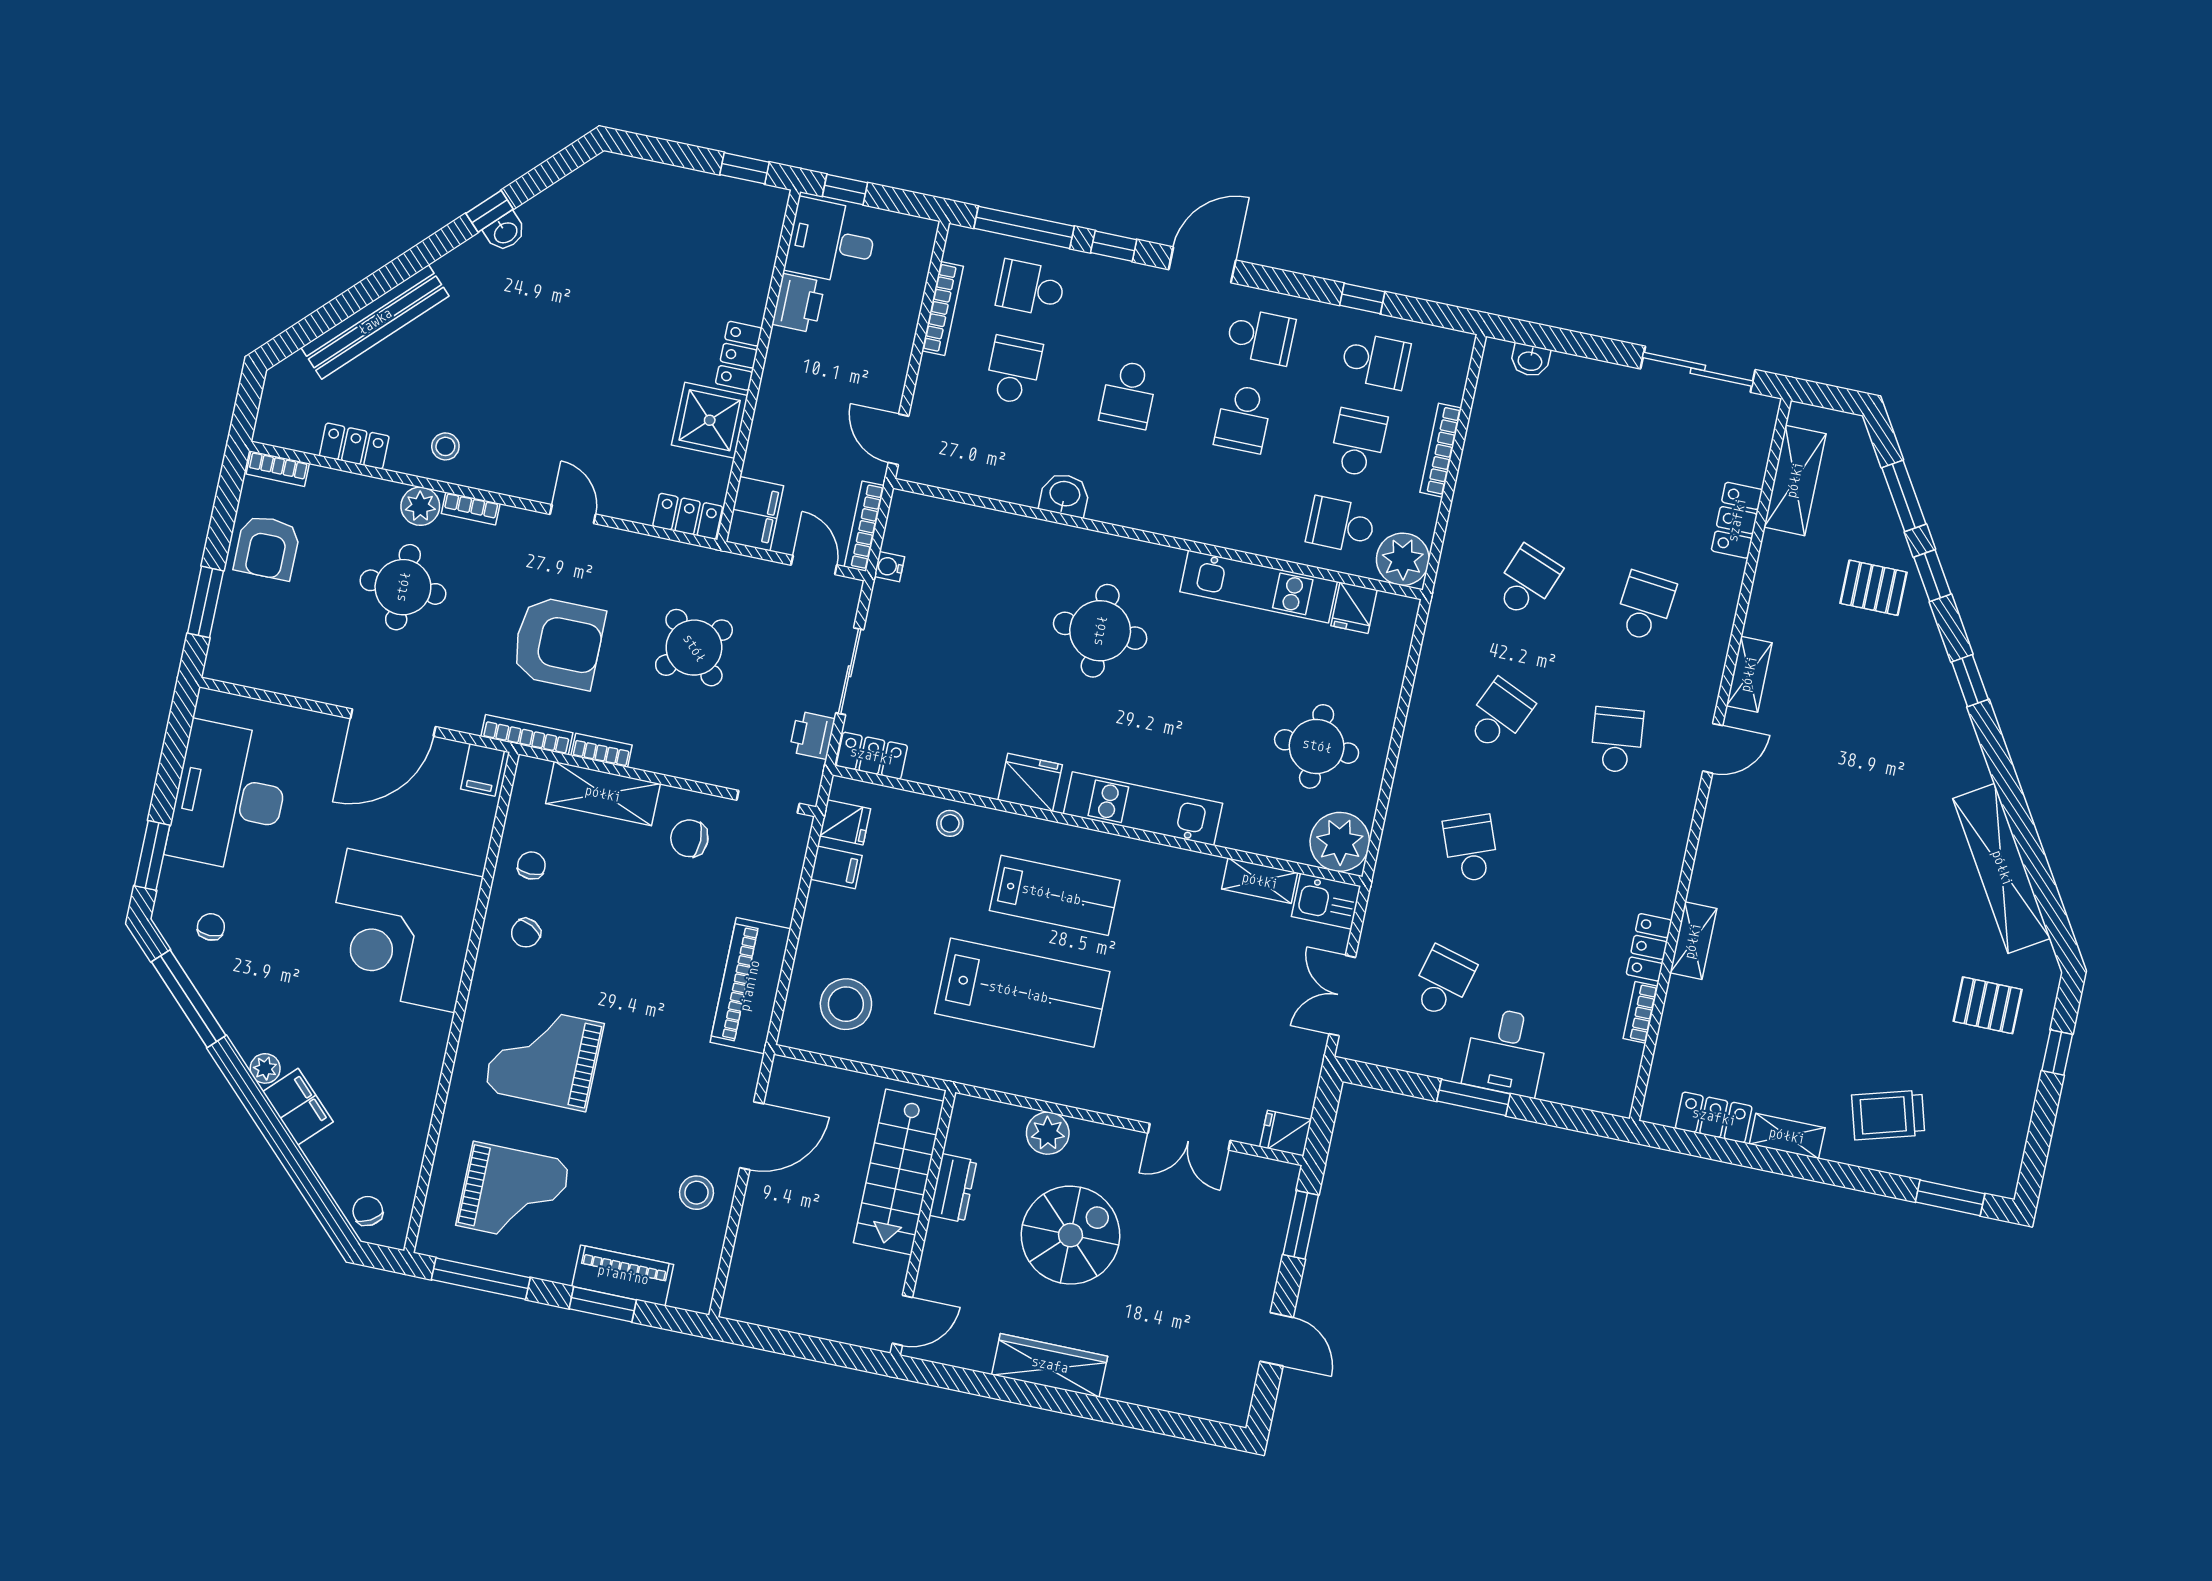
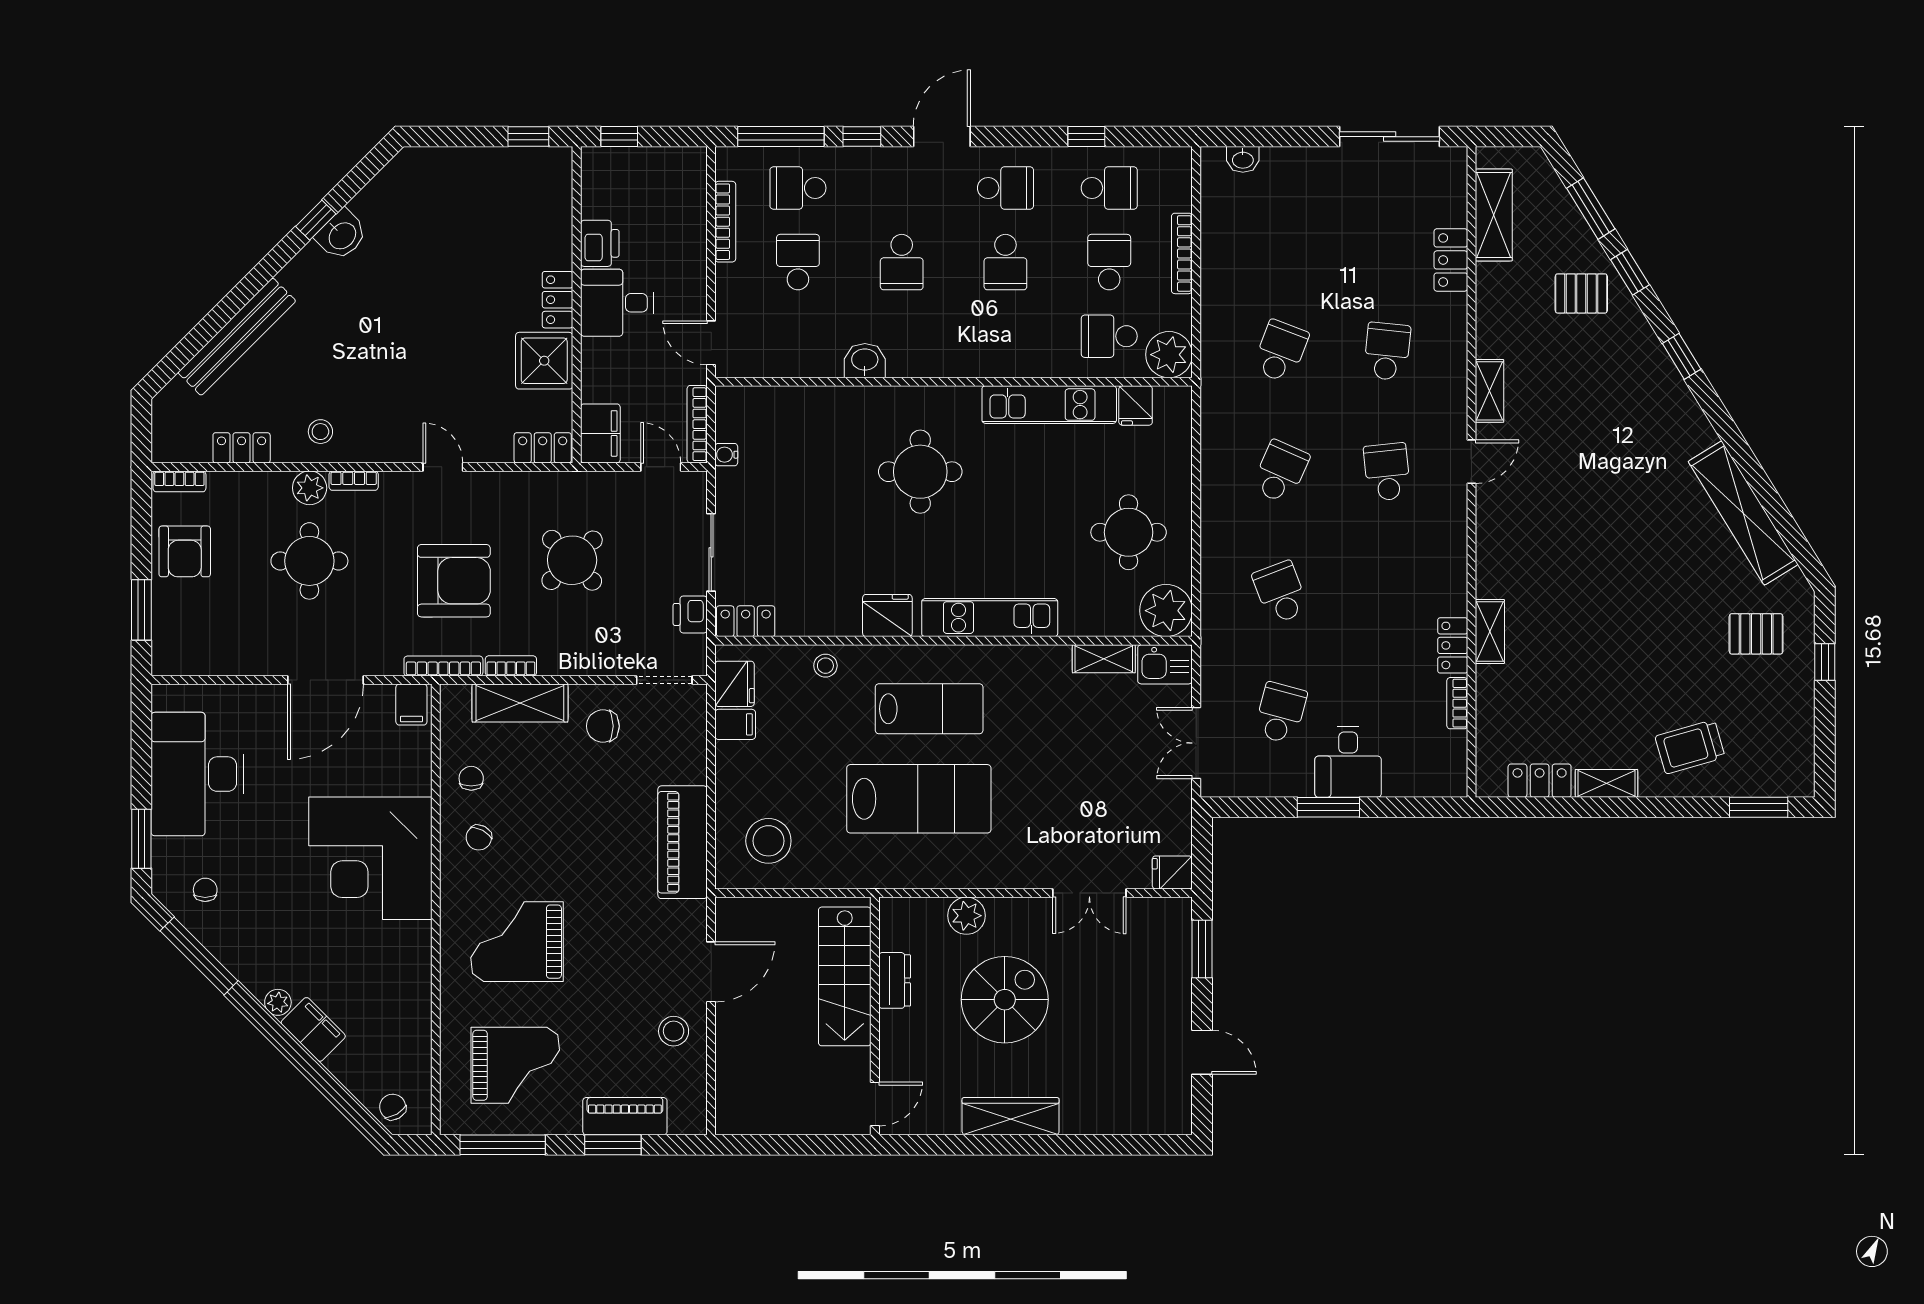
washbasin: (505, 232) -> (342, 235), width x1.38, depth x1.45
desk: (831, 241) -> (617, 303), moved
fridge: (845, 822) -> (735, 684), width x1.38

